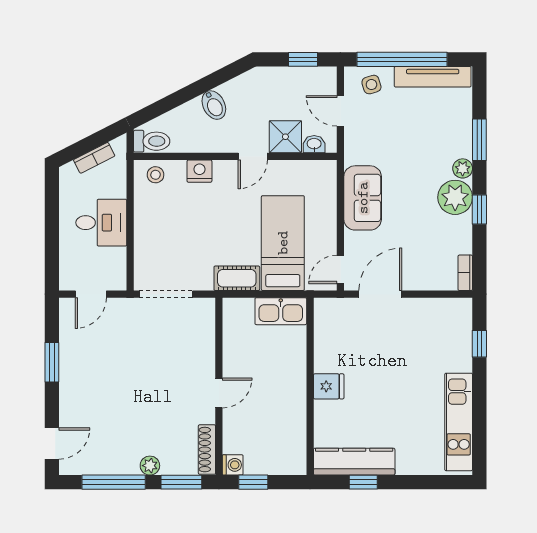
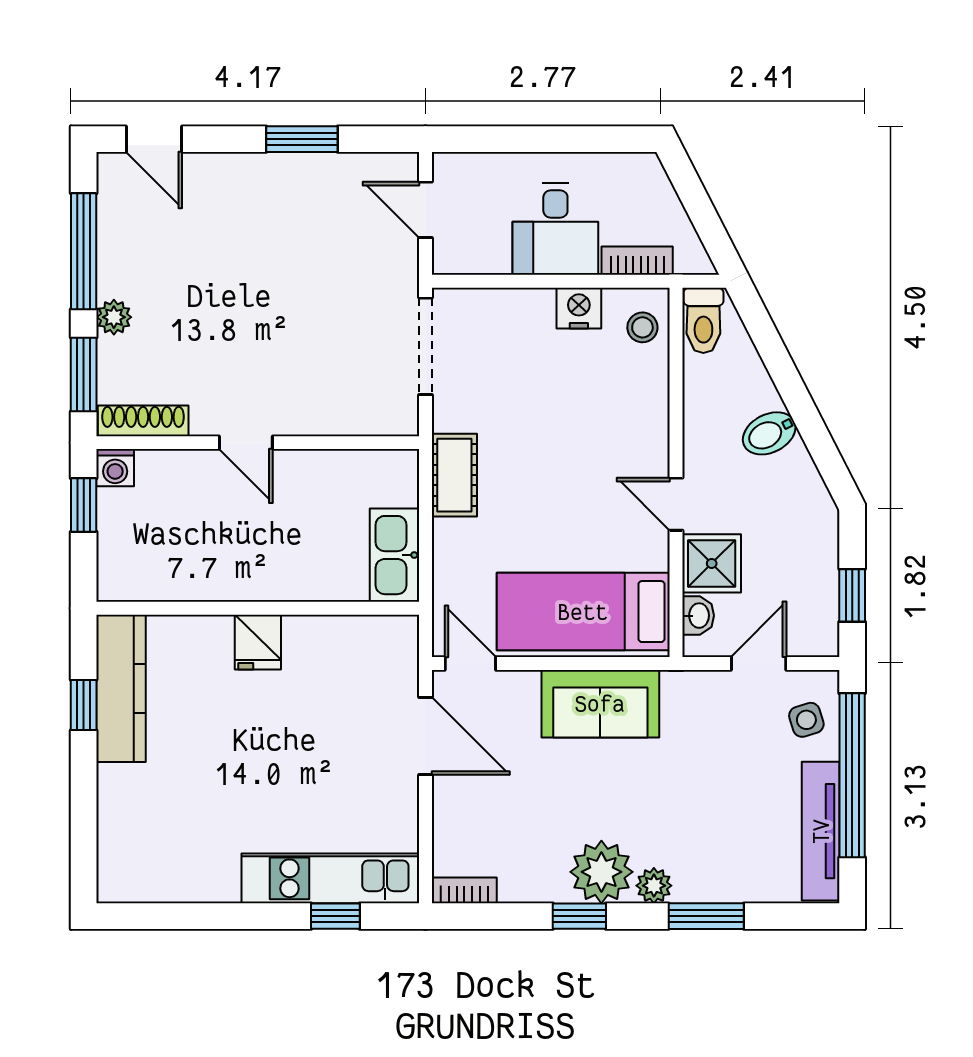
bookcase: (94, 158) -> (637, 261), moved, turned 117
nightstand: (199, 171) -> (579, 308), moved, turned -90
bed: (283, 243) -> (583, 612), moved, turned 180
kitchen unit: (459, 422) -> (330, 878), moved

